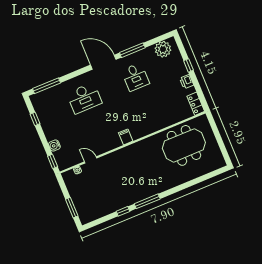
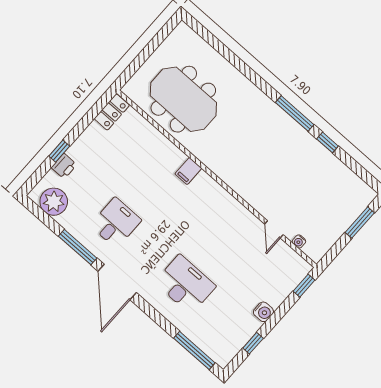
printer: (187, 82) -> (64, 166), moved
filing cabinet: (126, 137) -> (188, 171), moved
water cooler: (54, 146) -> (263, 312), moved

